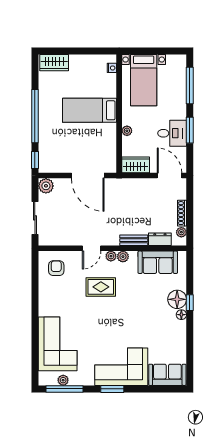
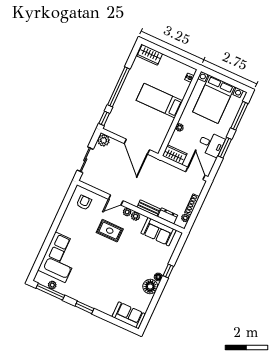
bed with nightstands: (144, 80) -> (214, 99), width x1.36
floor lamp: (177, 299) -> (150, 287), moved
corner sofa: (121, 367) -> (98, 294), removed

